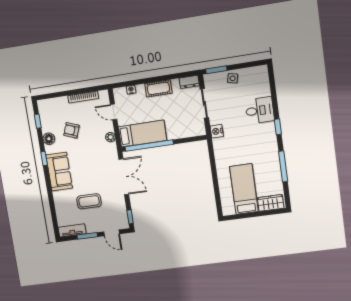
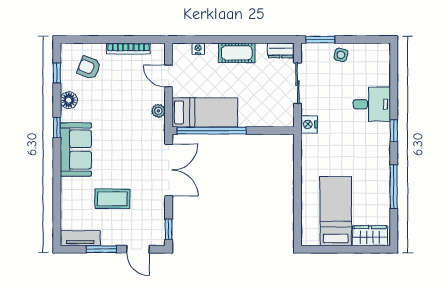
armchair: (71, 130) -> (89, 68), moved

